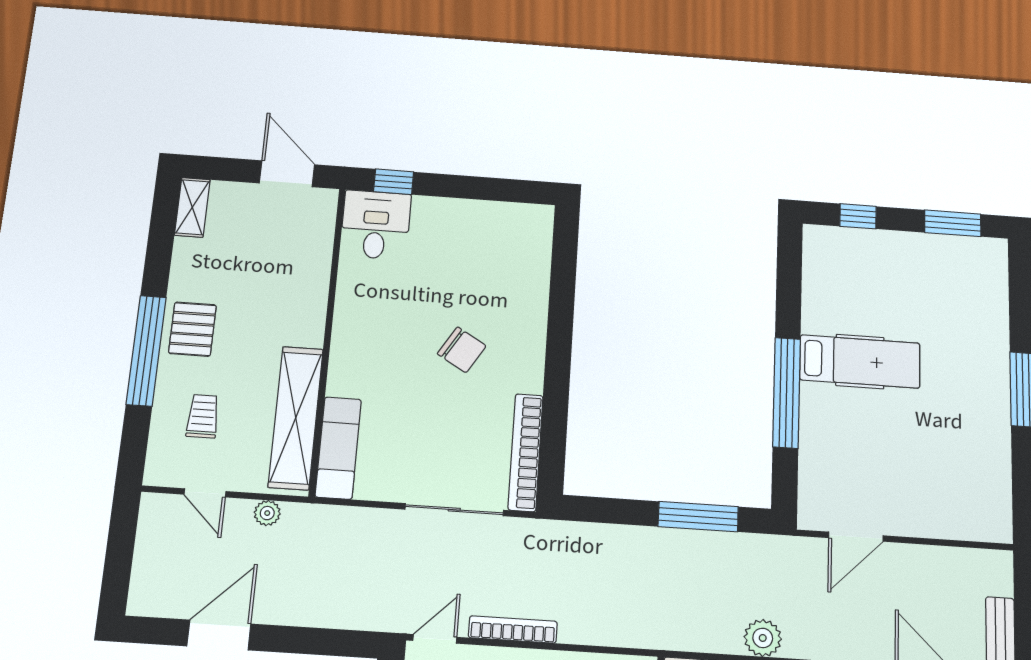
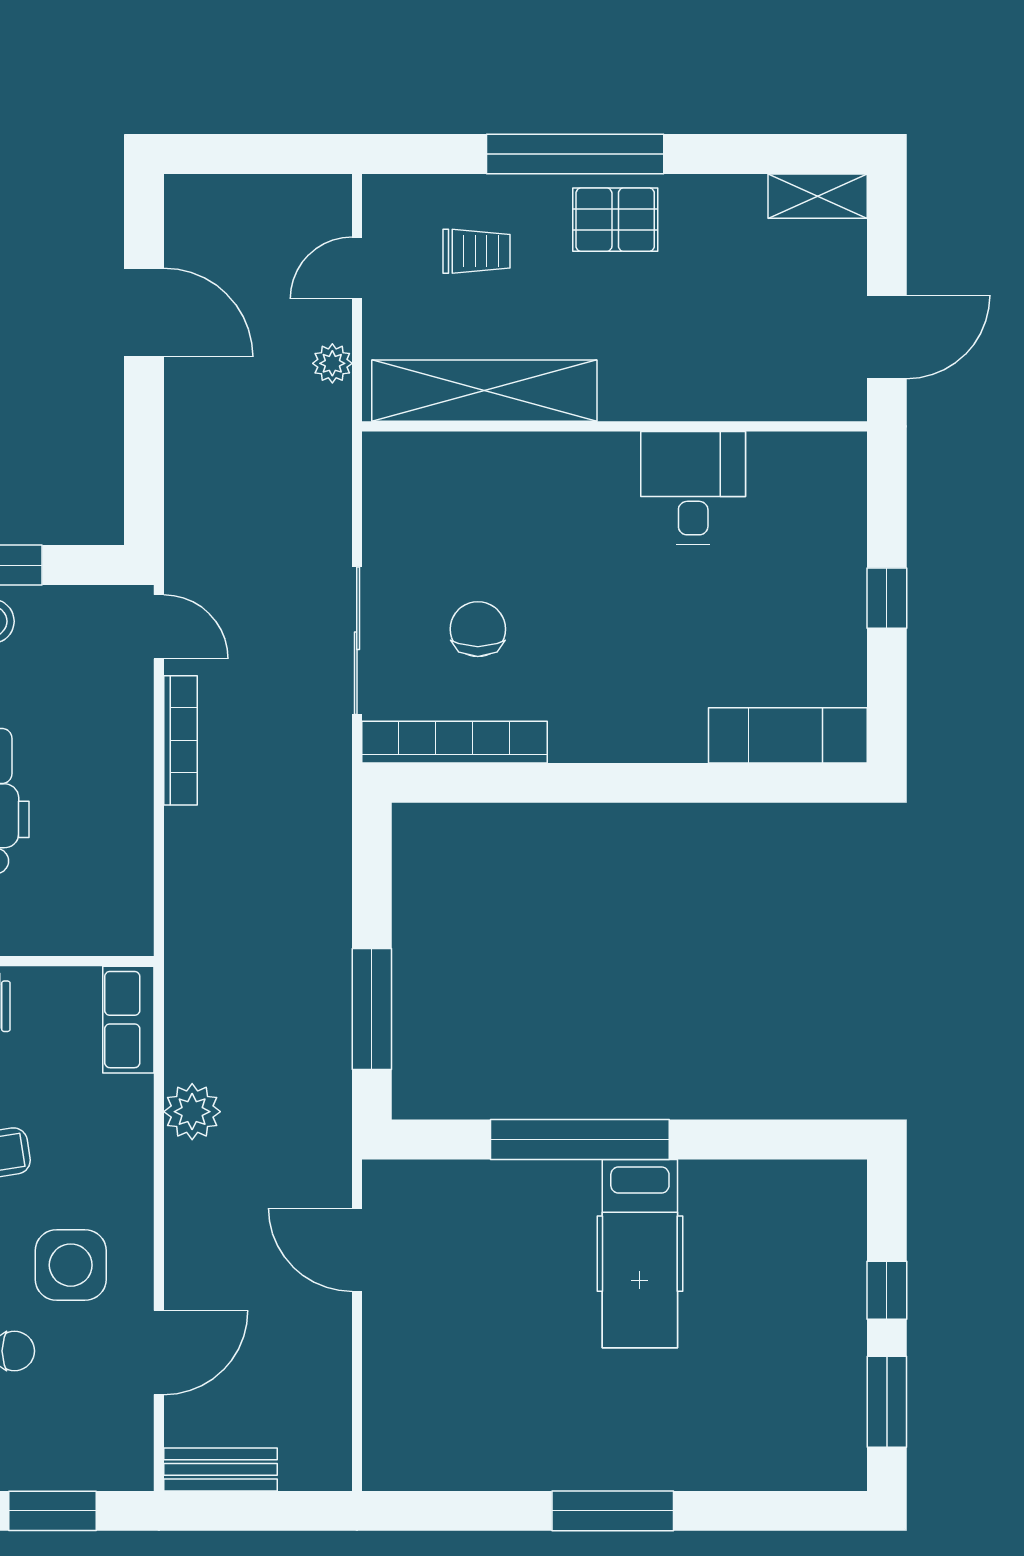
window: (394, 182) -> (887, 598), moved
window: (858, 216) -> (887, 1290), moved
desk: (376, 225) -> (693, 488), moved, turned -90
chair: (462, 350) -> (478, 629), moved, turned 149
exam couch: (338, 448) -> (788, 735), moved, turned 180

